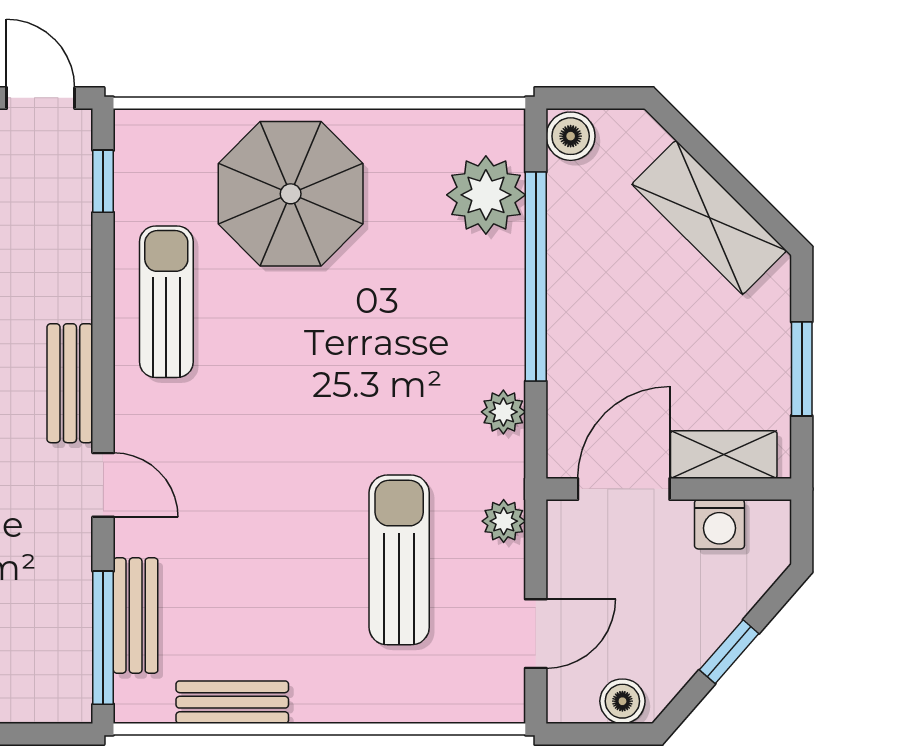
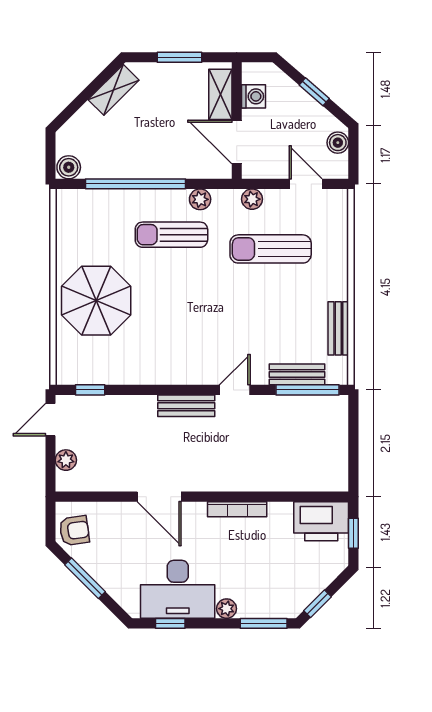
plant: (486, 195) -> (97, 208), removed
shelving: (709, 217) -> (114, 90), width x0.67, depth x0.75
sun lounger: (166, 302) -> (171, 235), moved

